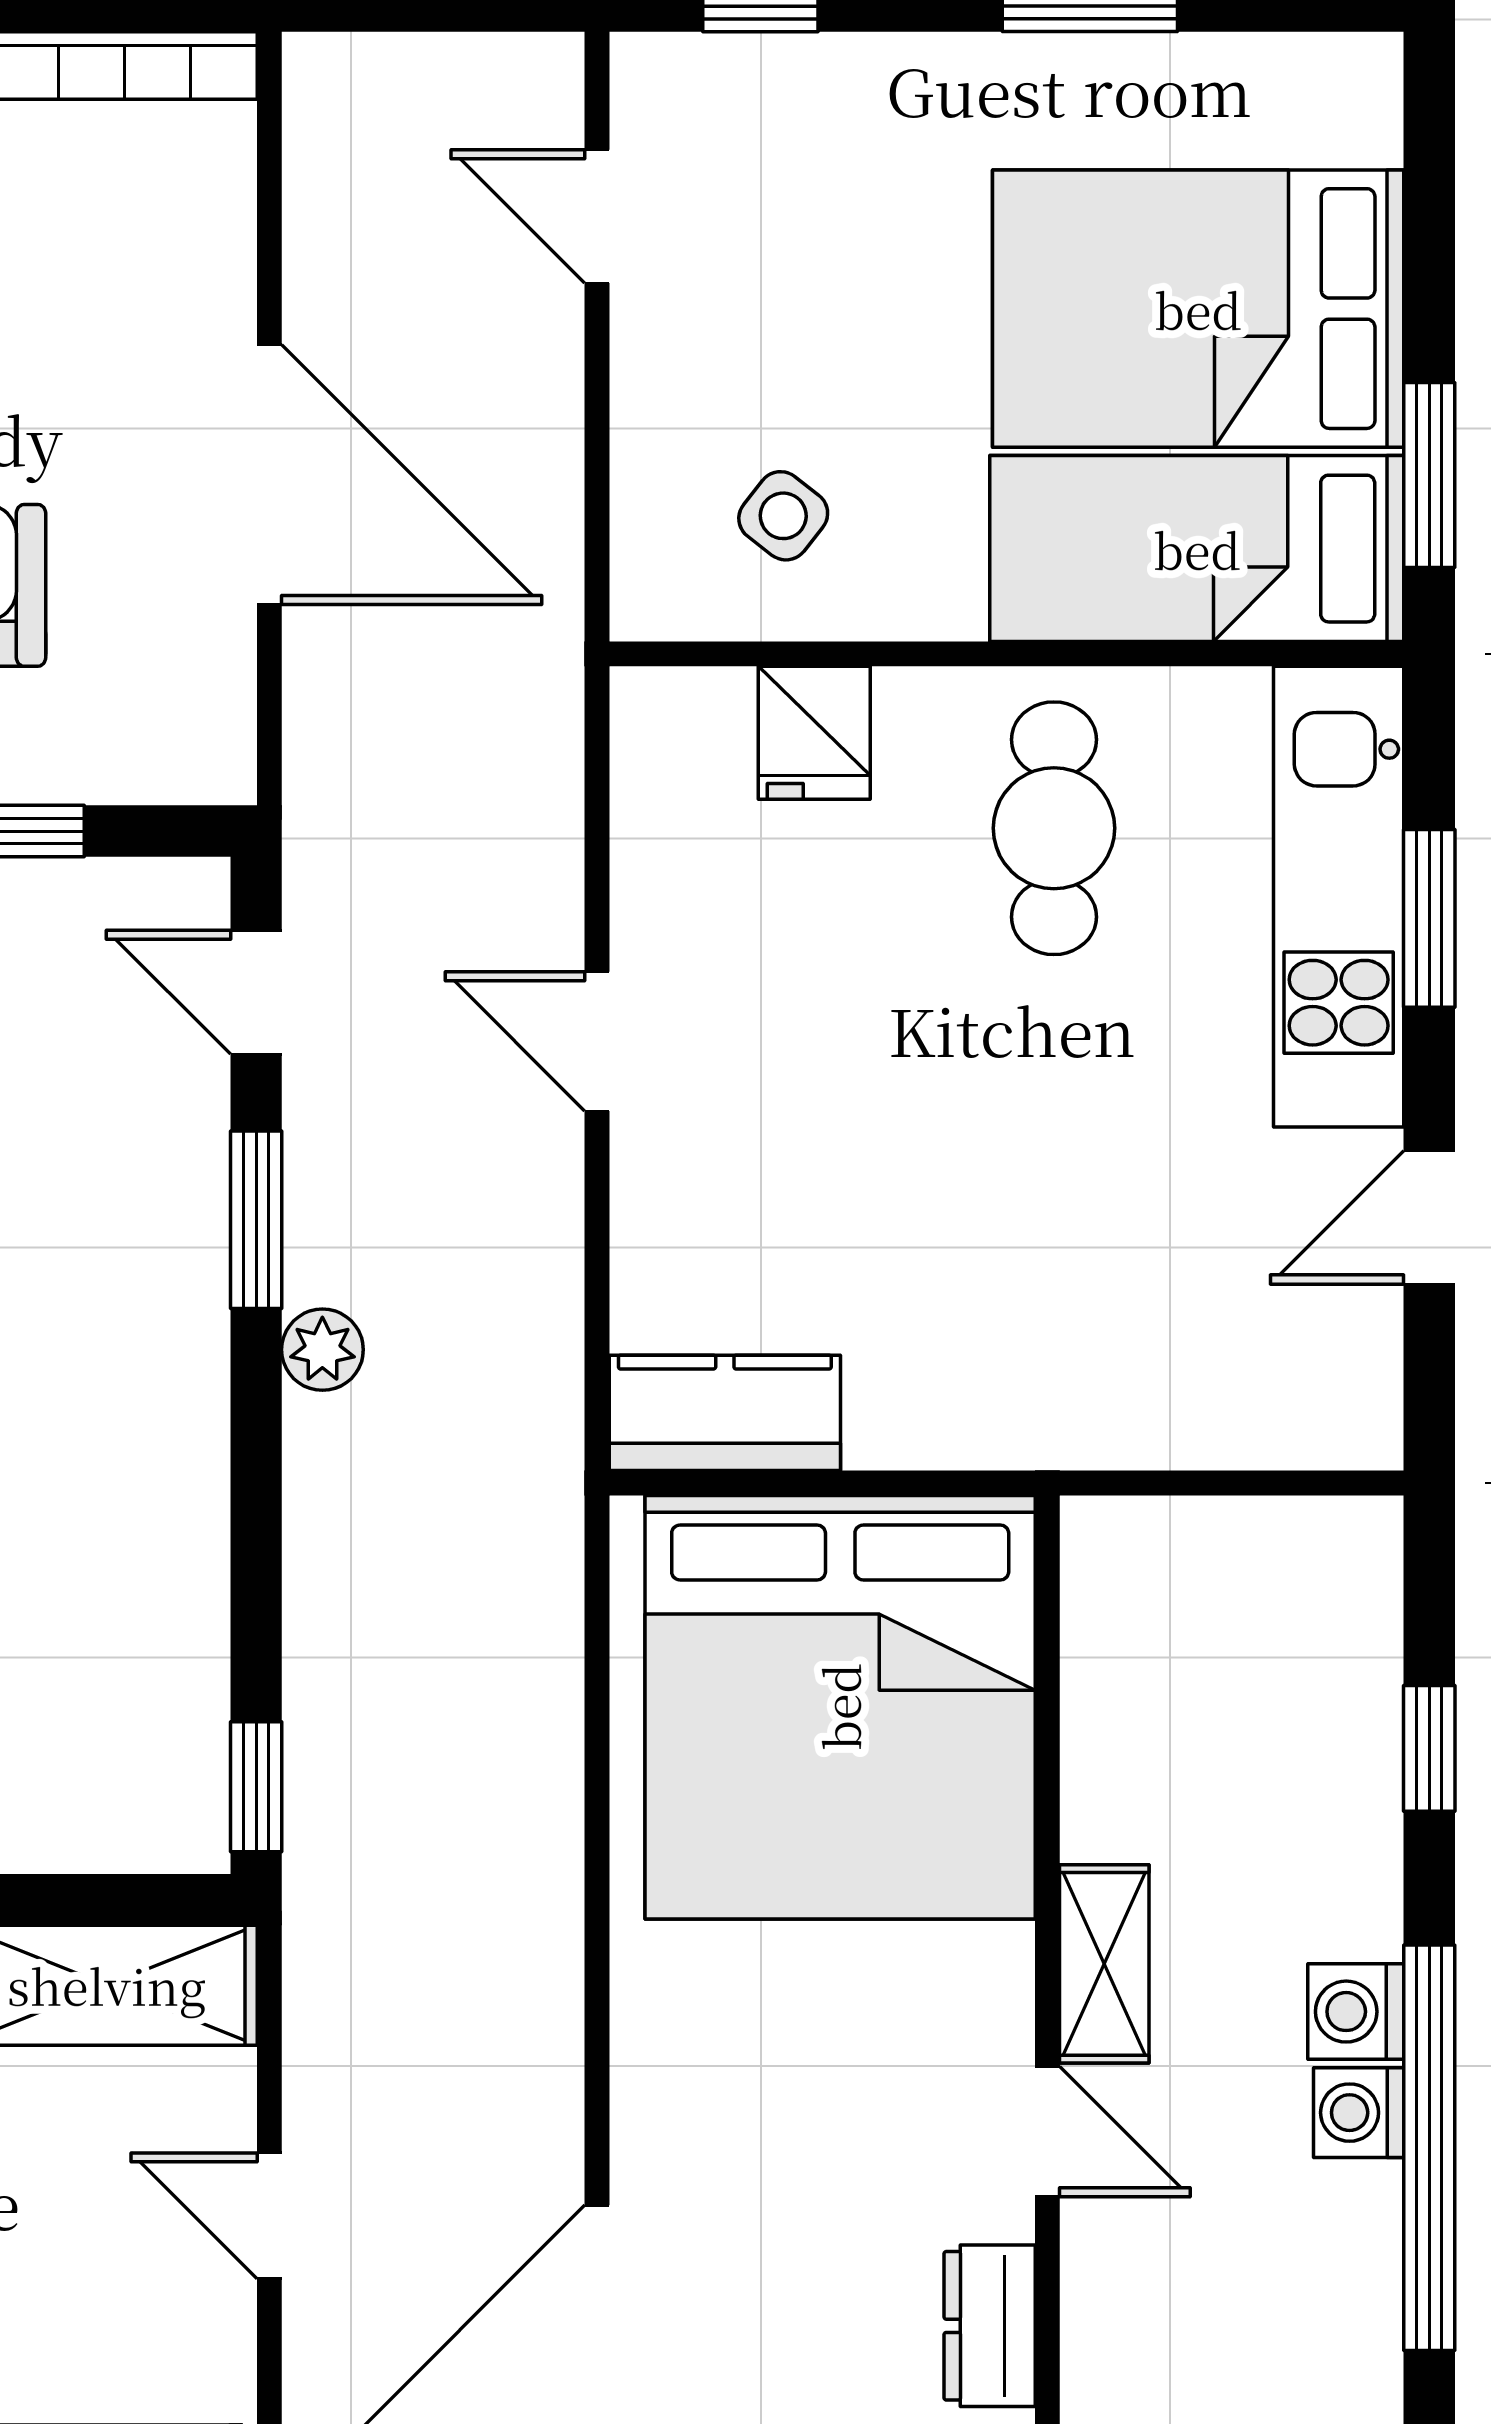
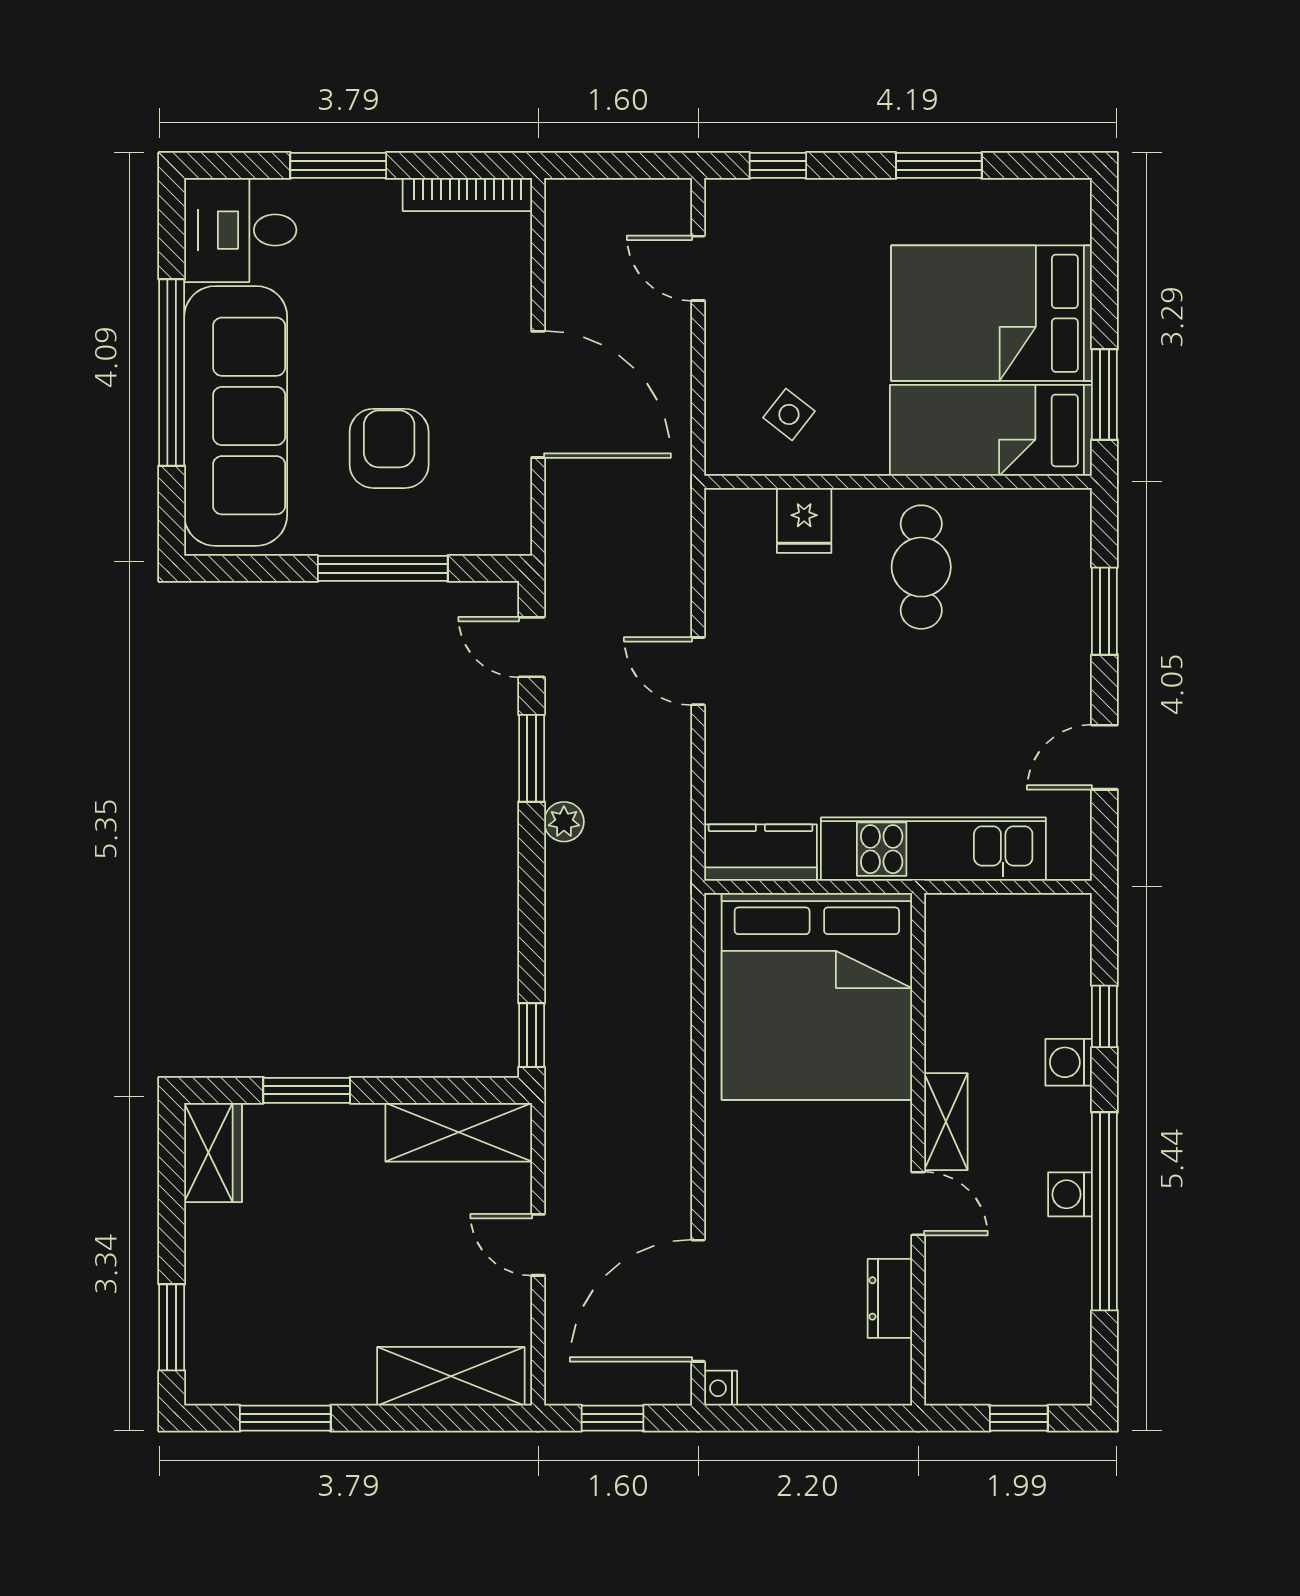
kitchen unit: (1339, 897) -> (933, 849), moved, turned 90
washing machine: (1356, 2012) -> (1069, 1062), moved

